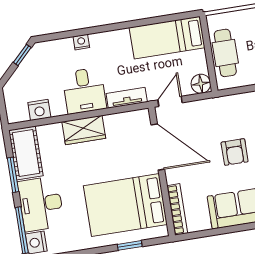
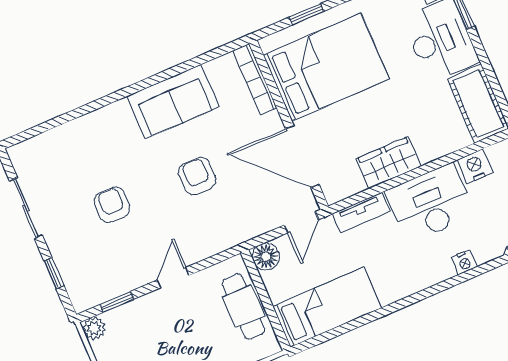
nightstand: (81, 42) -> (464, 262), moved
desk: (84, 91) -> (430, 203), width x1.37
wardrobe: (84, 130) -> (388, 163), moved
window: (13, 175) -> (488, 70), removed

